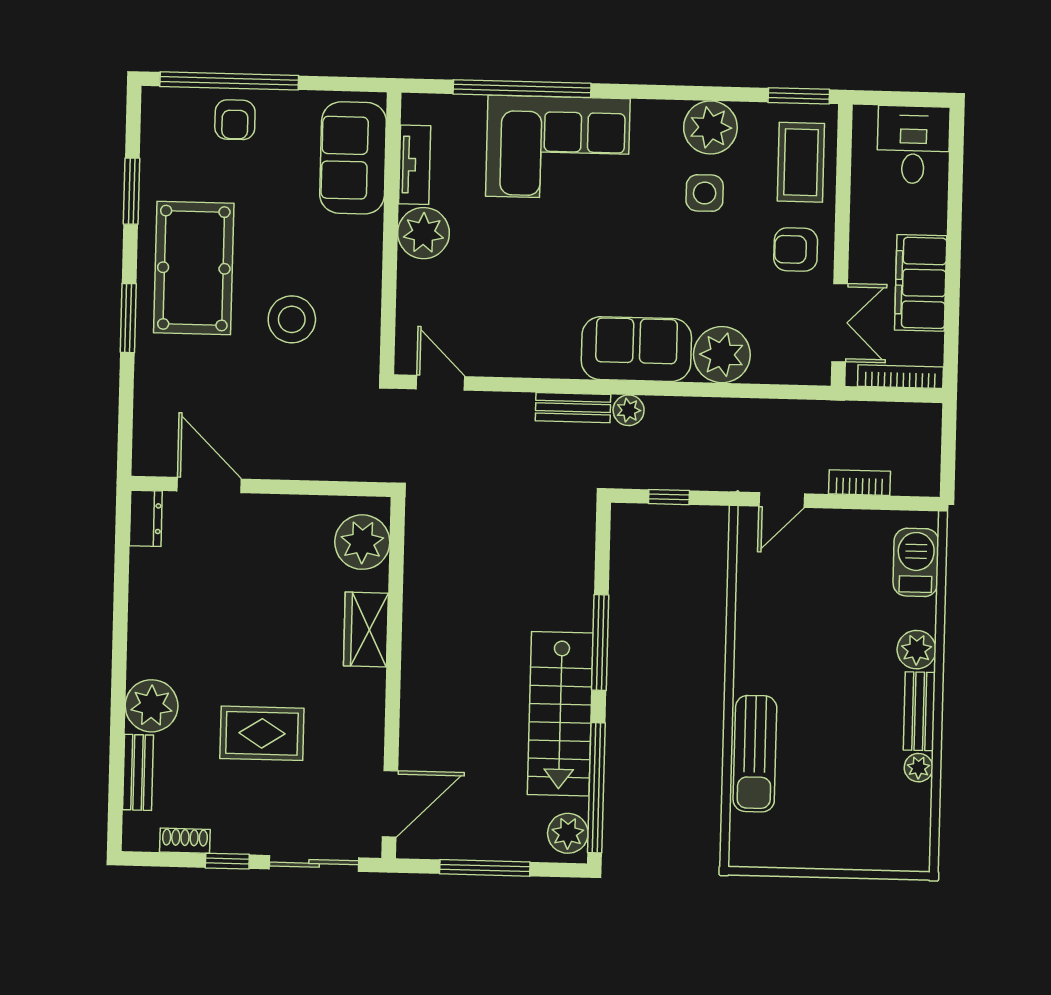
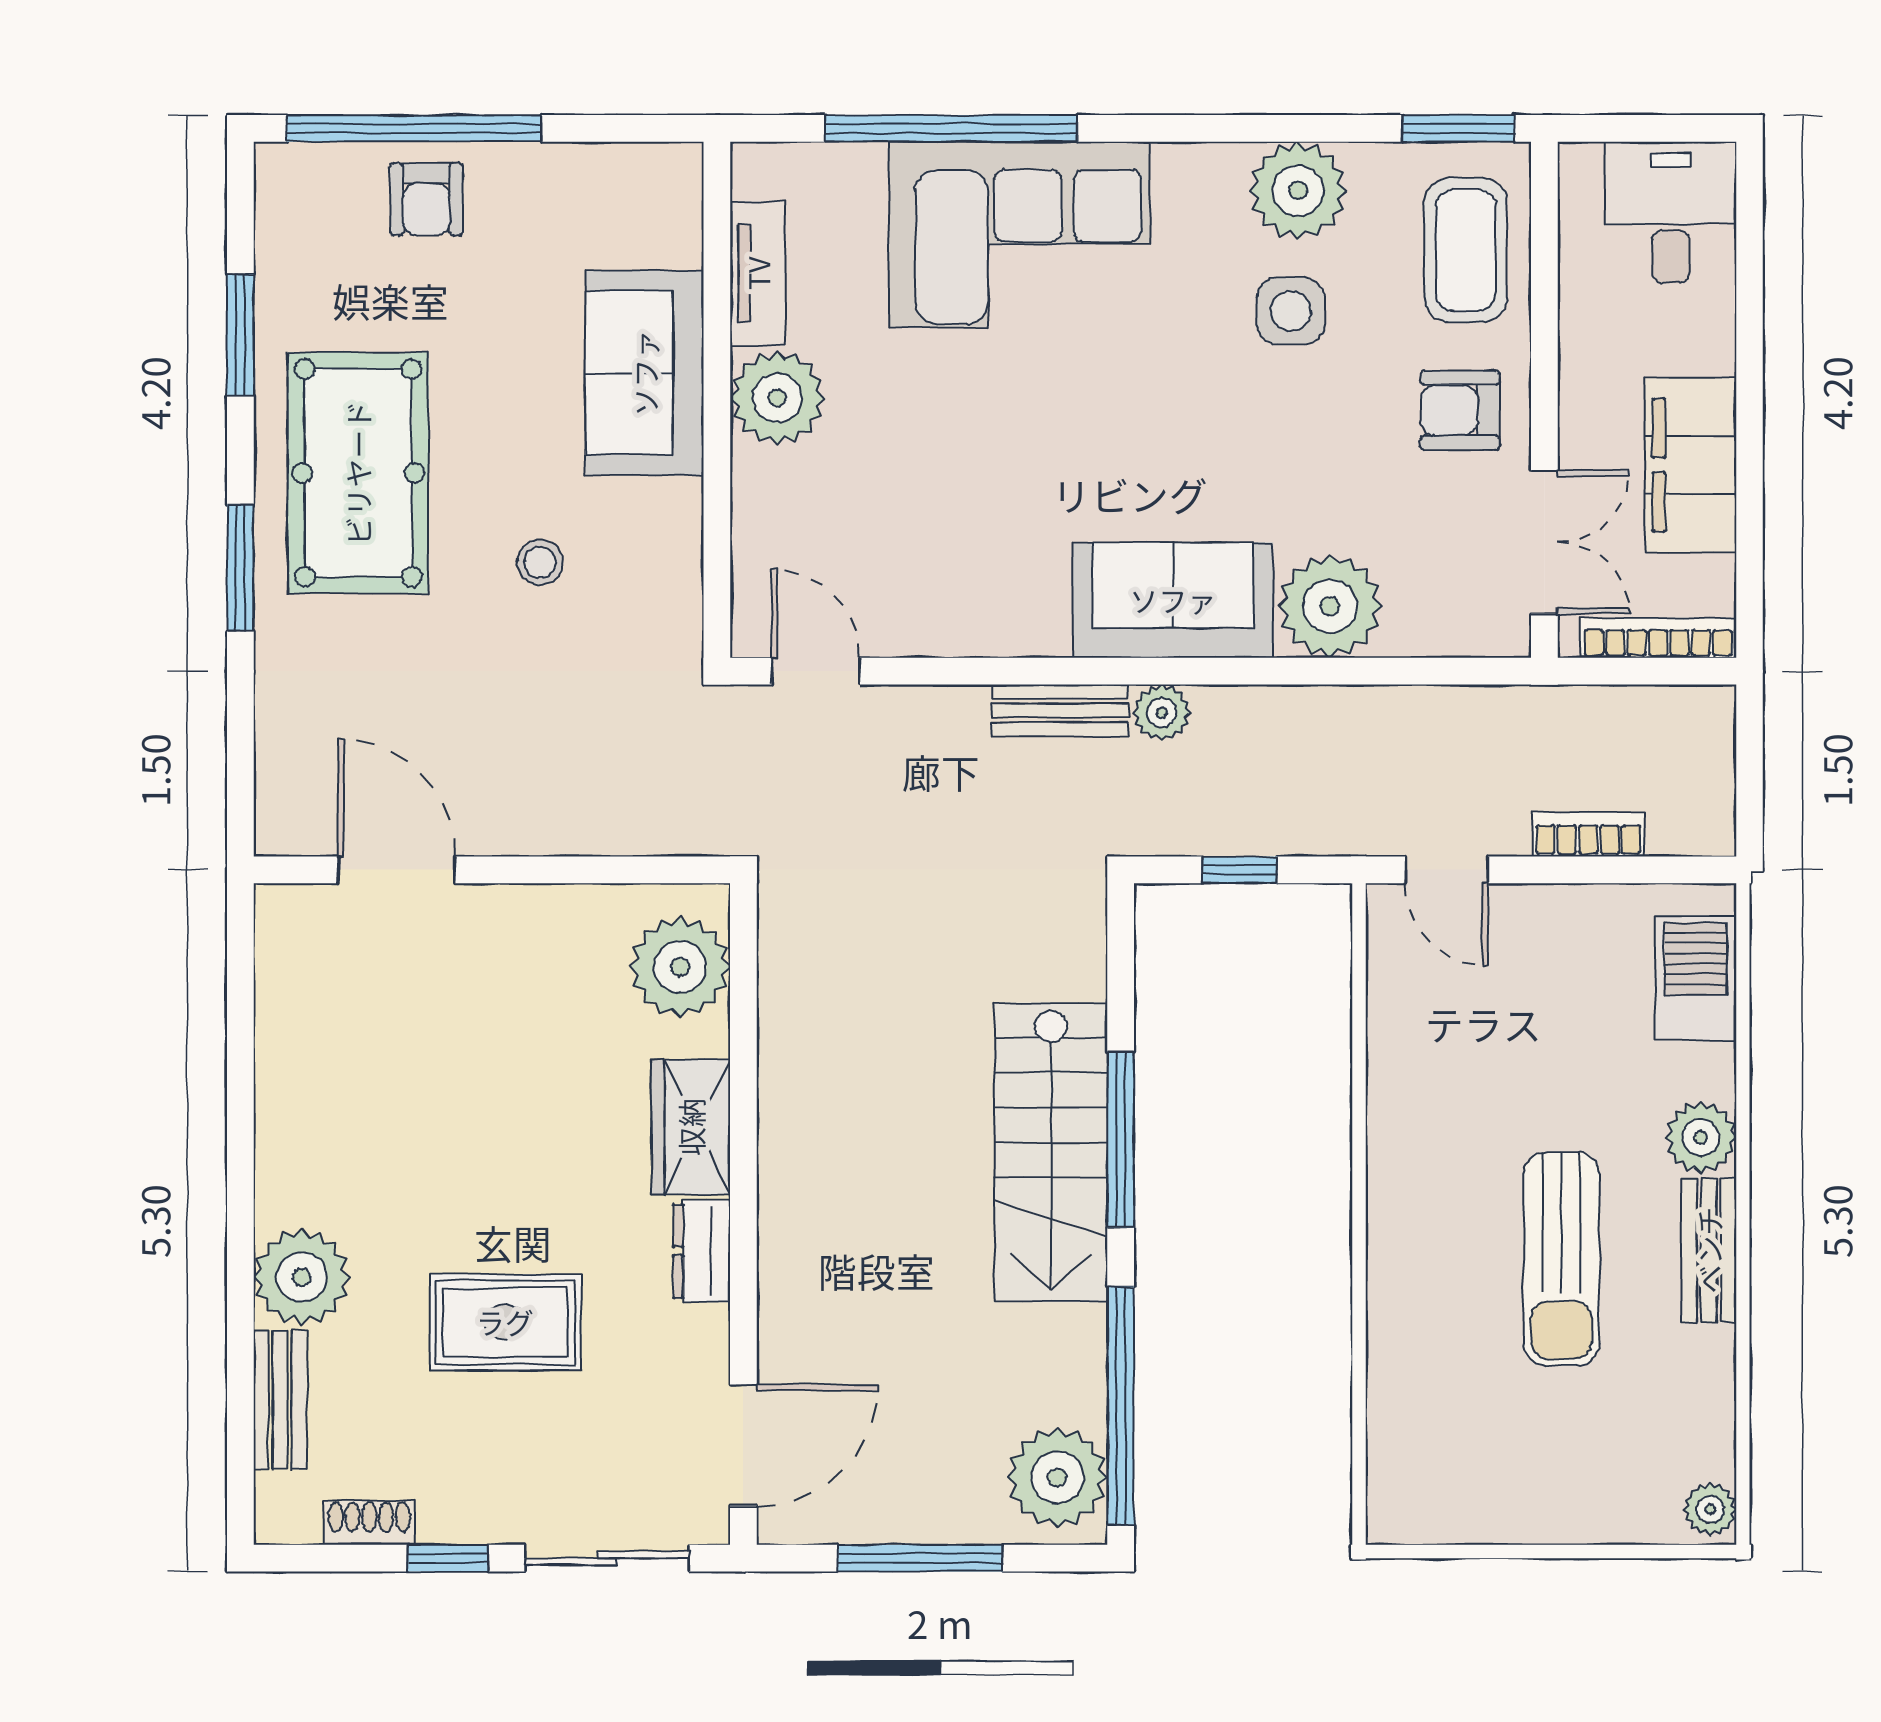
sofa: (353, 158) -> (645, 373), moved
stool: (292, 319) -> (540, 562), width x0.53, depth x0.53
door: (782, 500) -> (1447, 870), hinge flipped
dresser: (146, 518) -> (701, 1251), moved, turned 180
stairs: (560, 714) -> (1051, 1152), moved
sun lounger: (755, 754) -> (1561, 1259), moved
plant: (919, 768) -> (1710, 1509), moved
plant: (568, 833) -> (1057, 1477), width x1.36, depth x1.36

